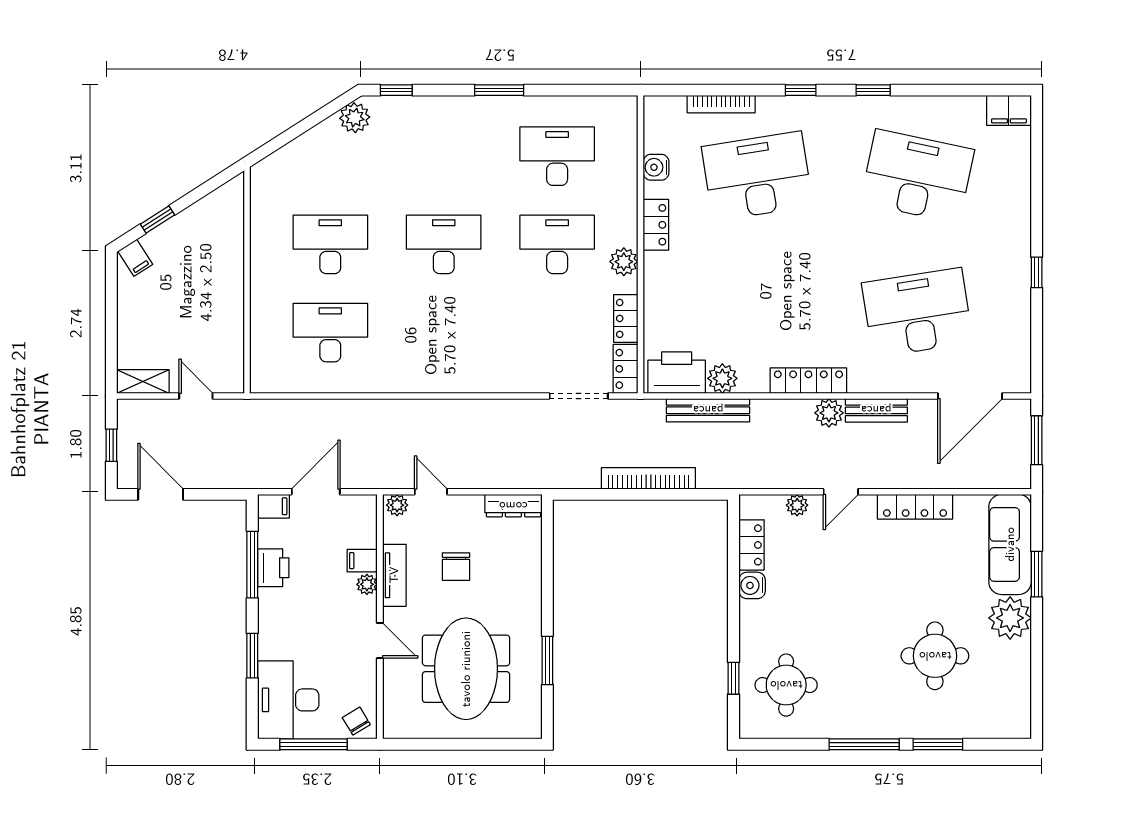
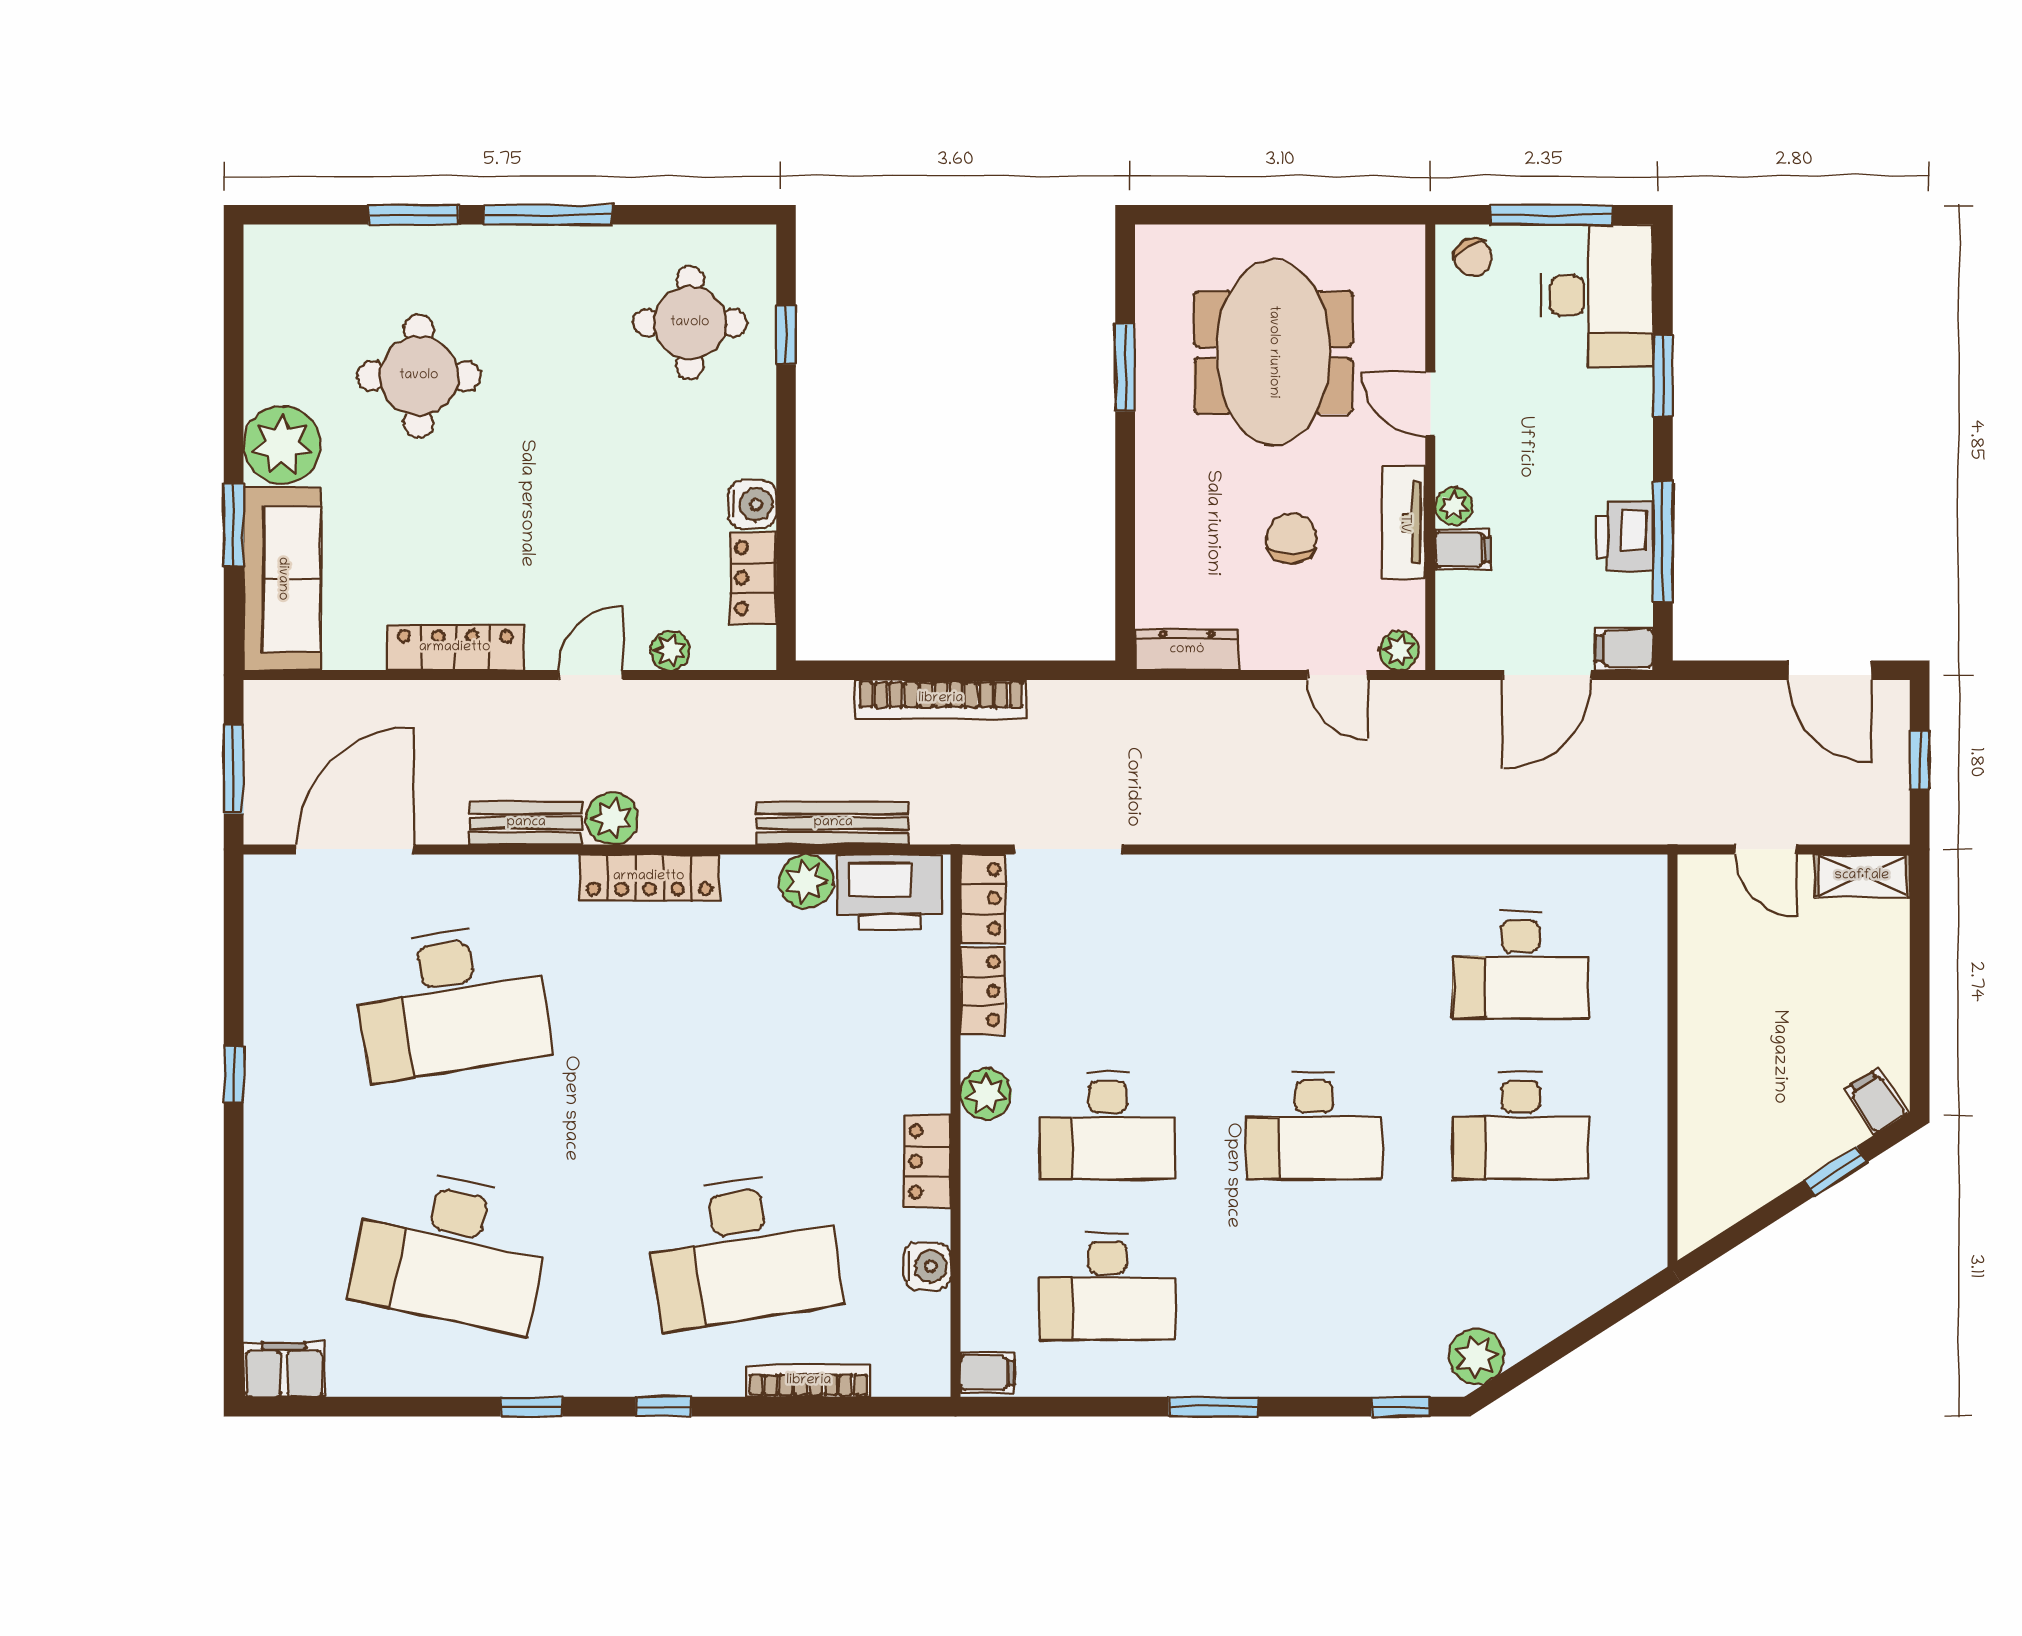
filing cabinet: (623, 109) -> (987, 1373), added

